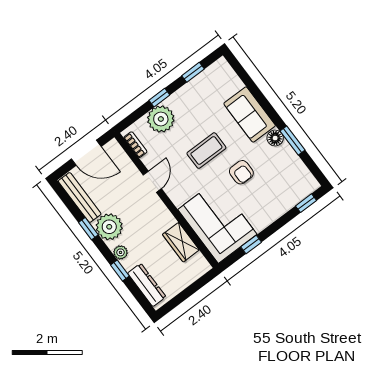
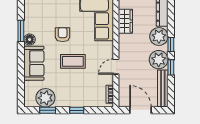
plant: (161, 119) -> (45, 98), moved
plant: (120, 252) -> (159, 36), width x1.87, depth x1.87
window: (120, 270) -> (171, 45), moved

